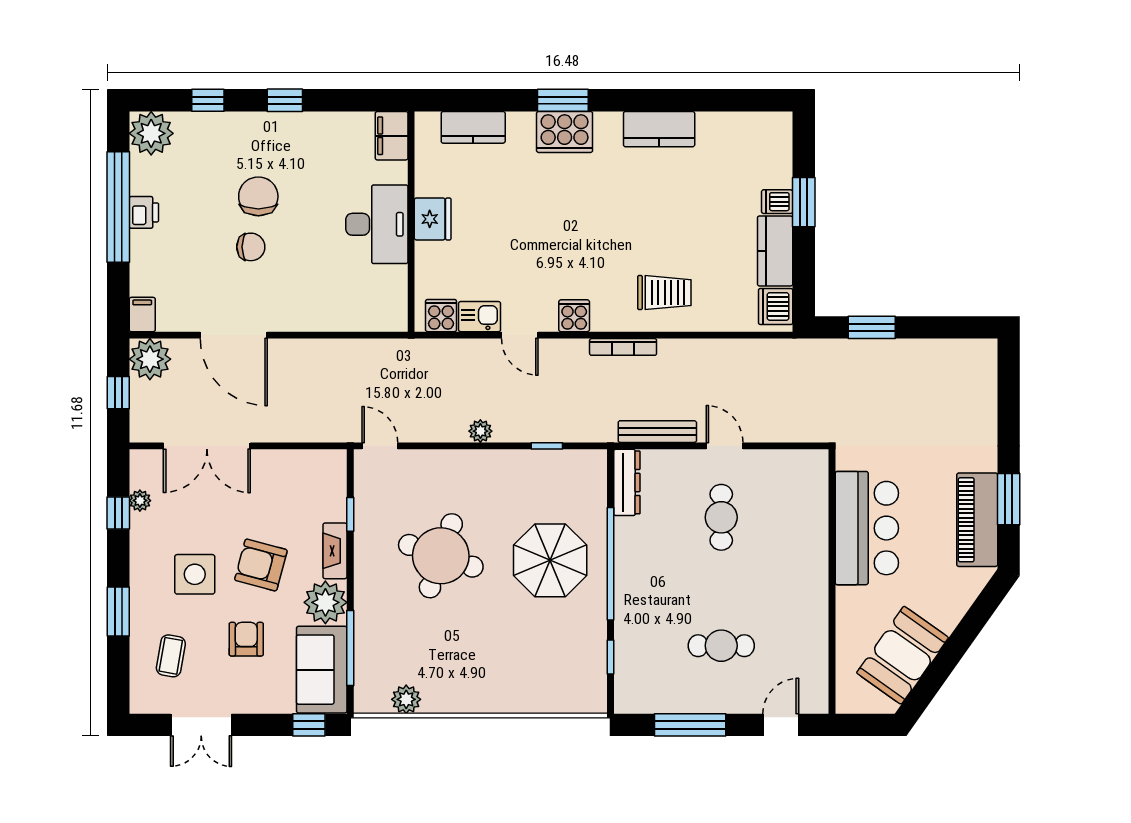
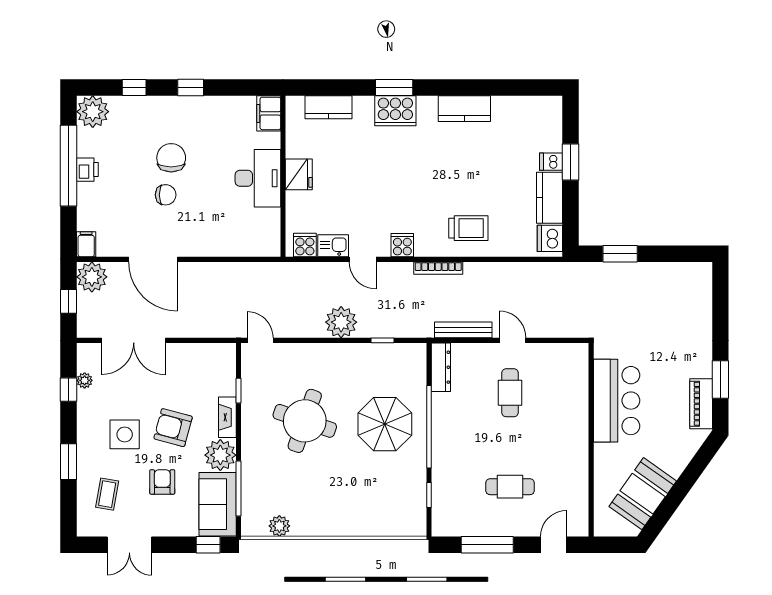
plant: (480, 431) -> (341, 322), width x1.88, depth x1.88
piano: (977, 520) -> (701, 404), width x0.73, depth x0.75

